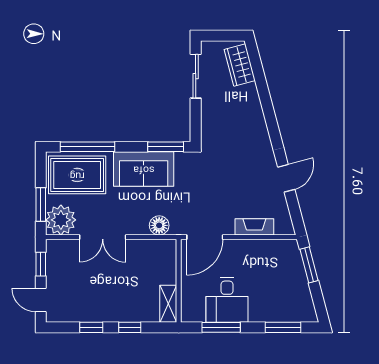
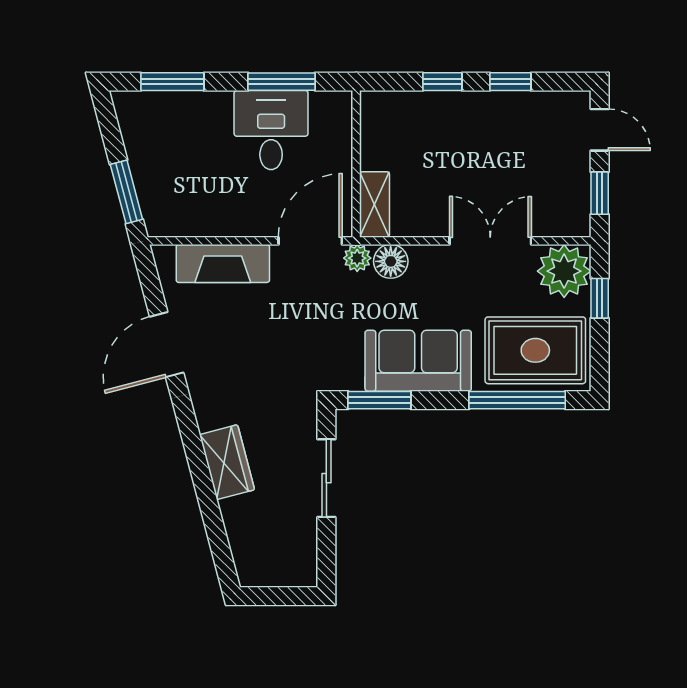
wardrobe: (240, 65) -> (227, 462), moved
sliding door: (196, 76) -> (326, 478), moved
door: (286, 178) -> (167, 345), width x1.38
window: (41, 205) -> (600, 298), width x0.67
plant: (178, 227) -> (357, 258), added
fireplace: (254, 227) -> (223, 263), width x1.37, depth x1.32
shelving: (168, 304) -> (375, 204), moved

